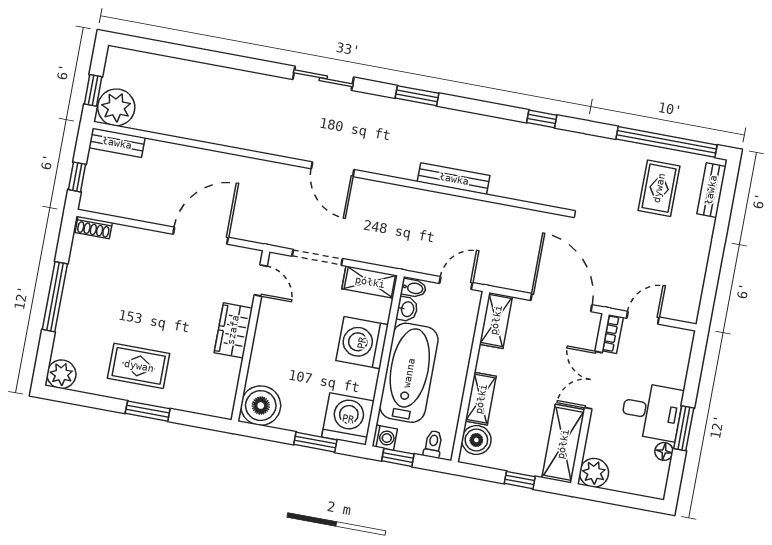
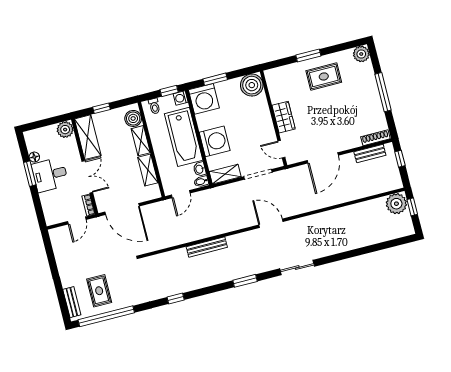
bench: (117, 143) -> (370, 154), moved
shoe rack: (94, 227) -> (375, 138), width x1.43
shelving: (496, 320) -> (148, 170), moved

